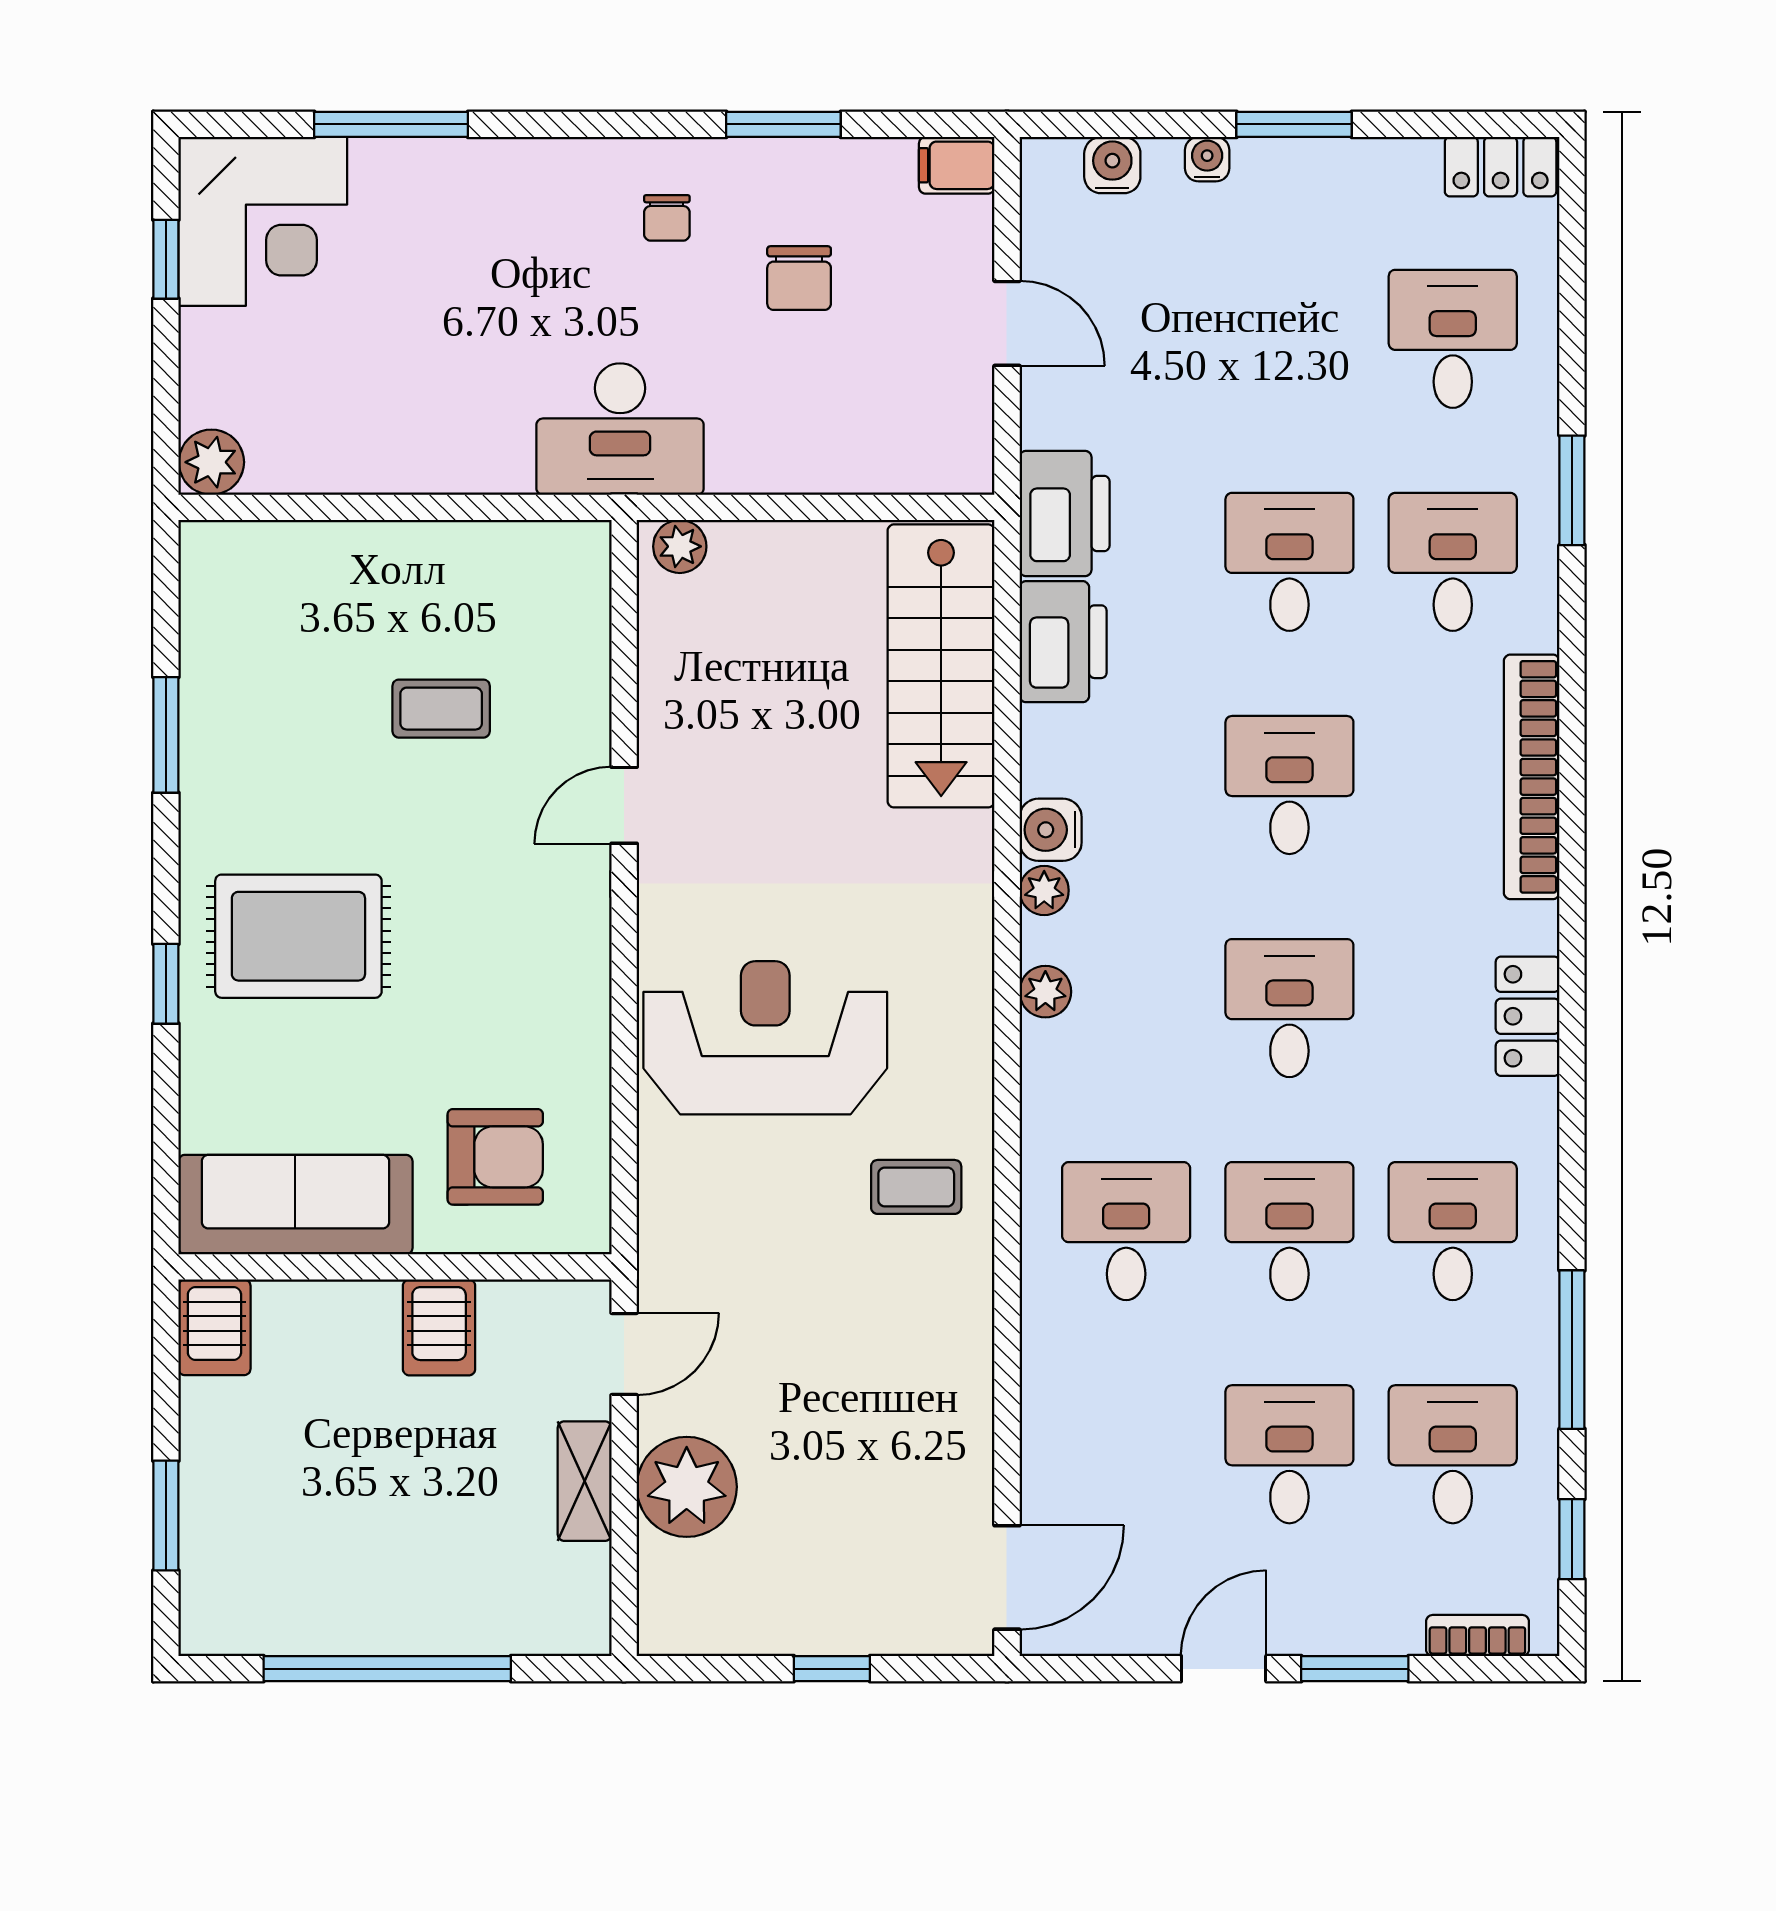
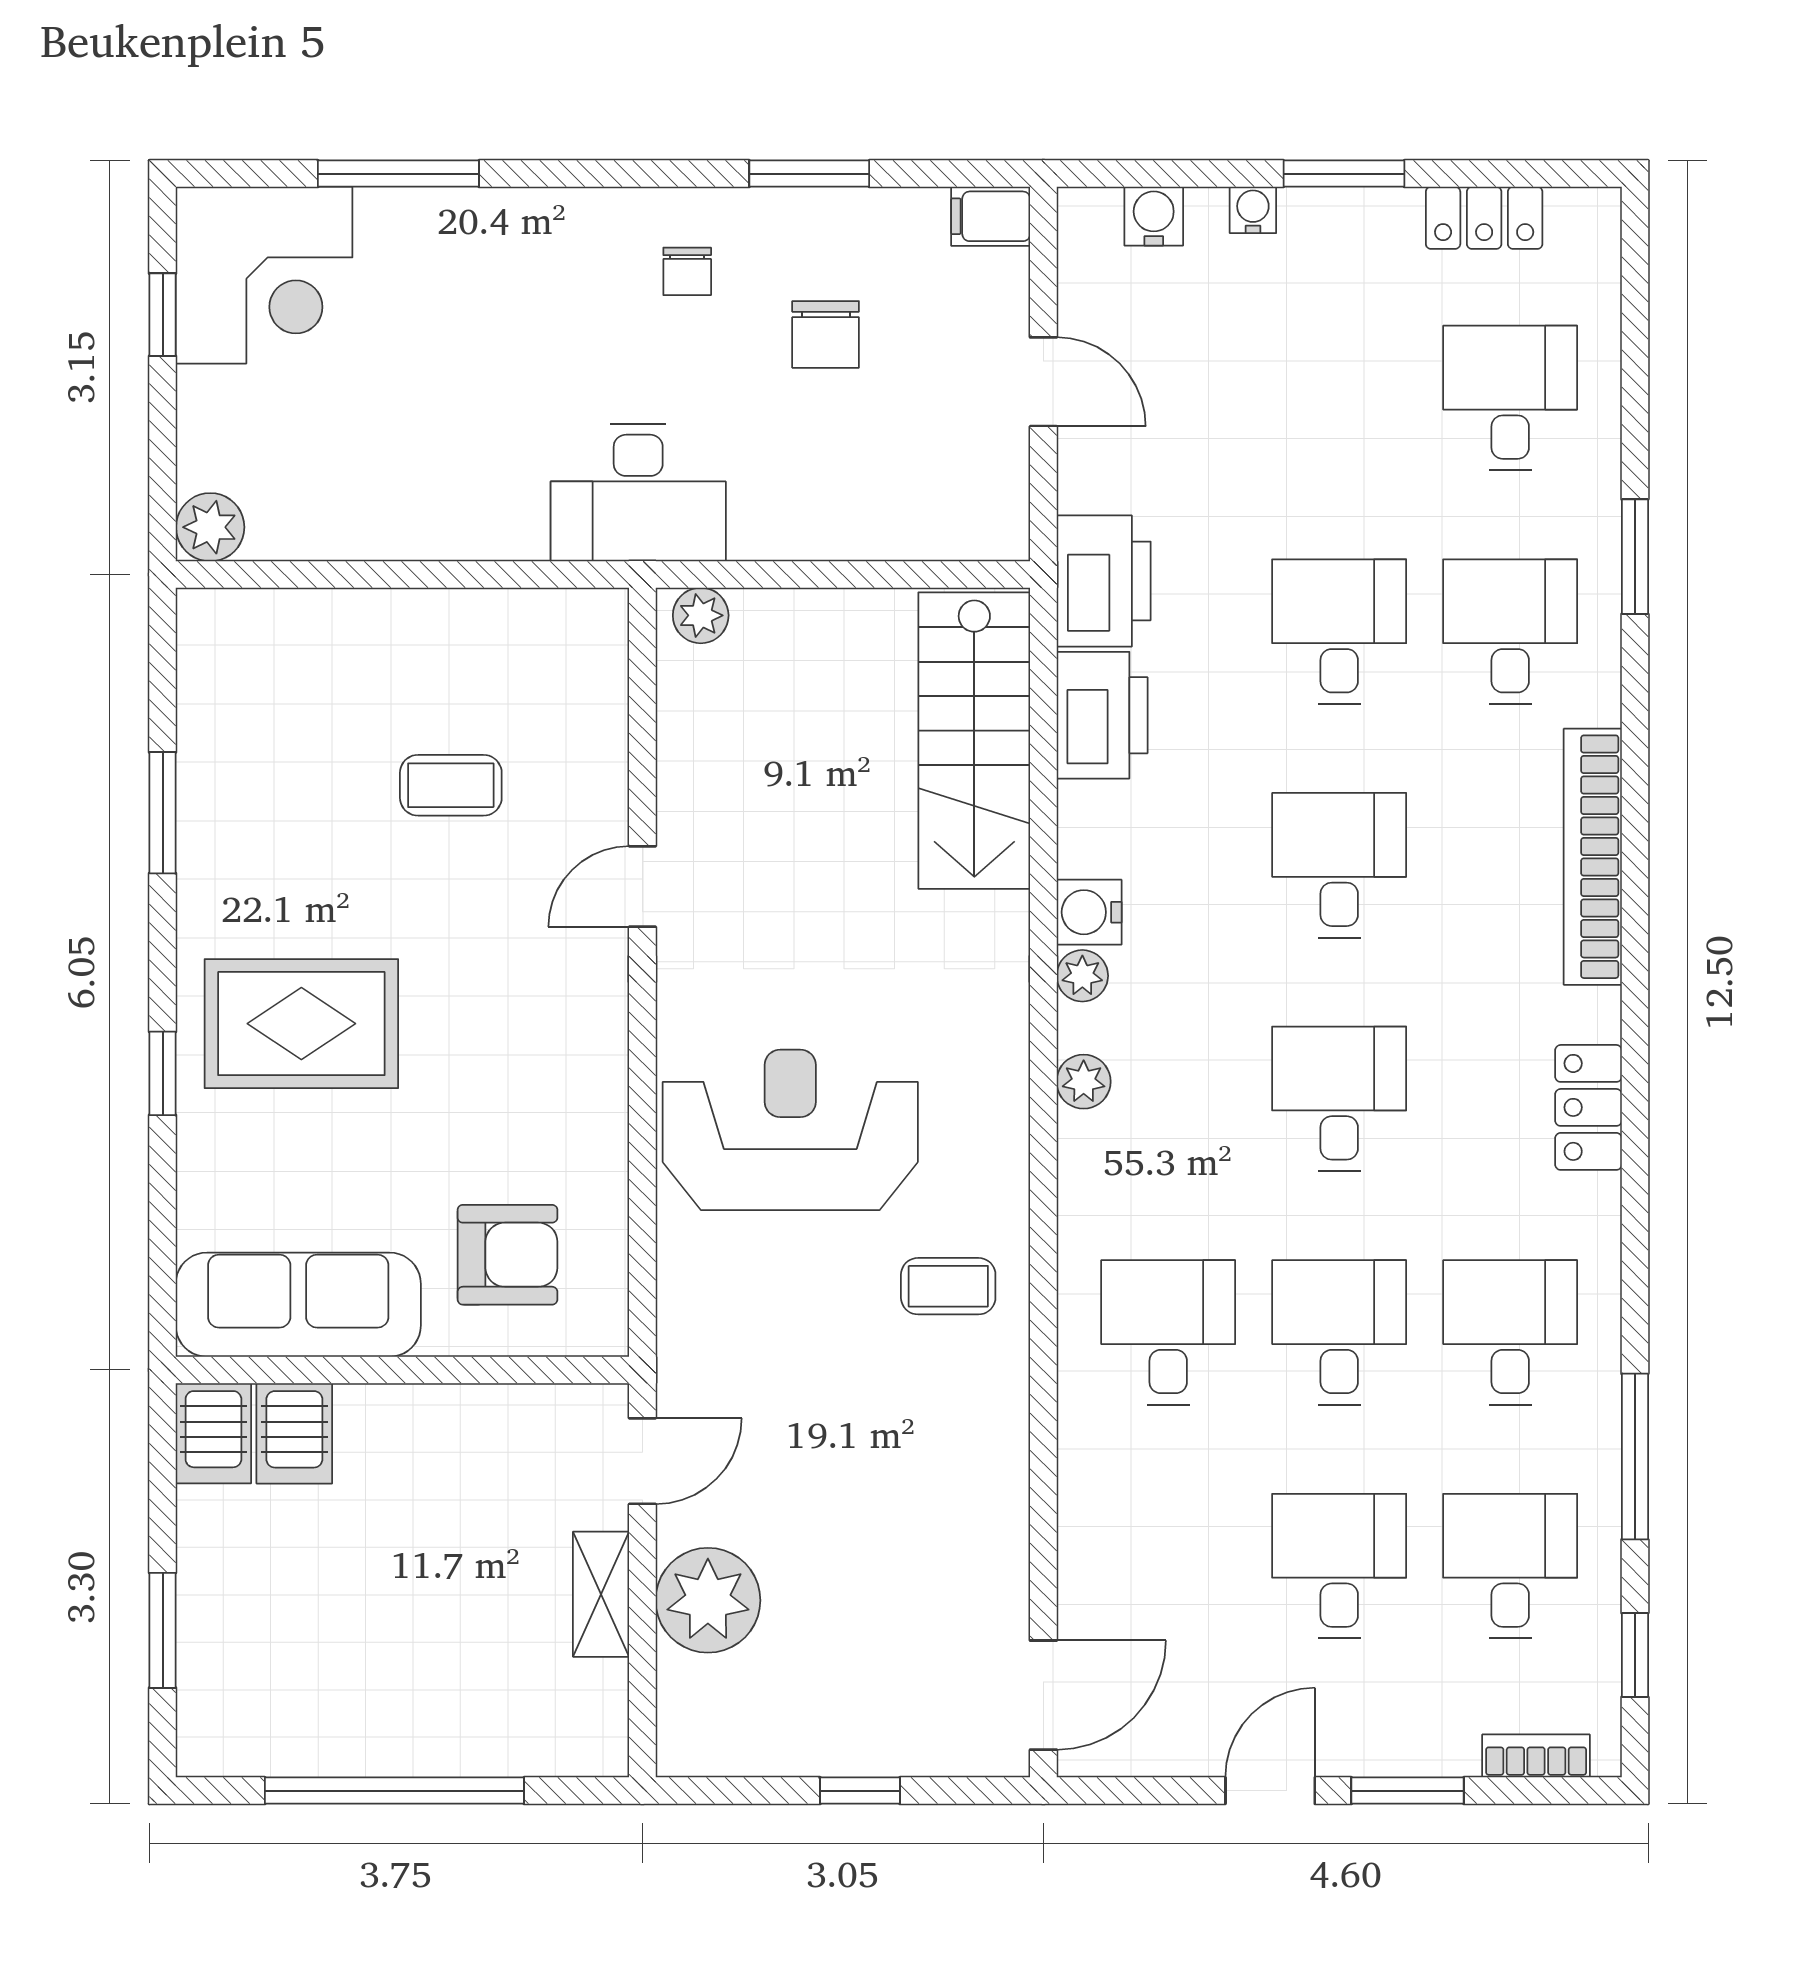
locker: (1501, 167) -> (1484, 218), moved
server rack: (439, 1327) -> (294, 1433), moved

